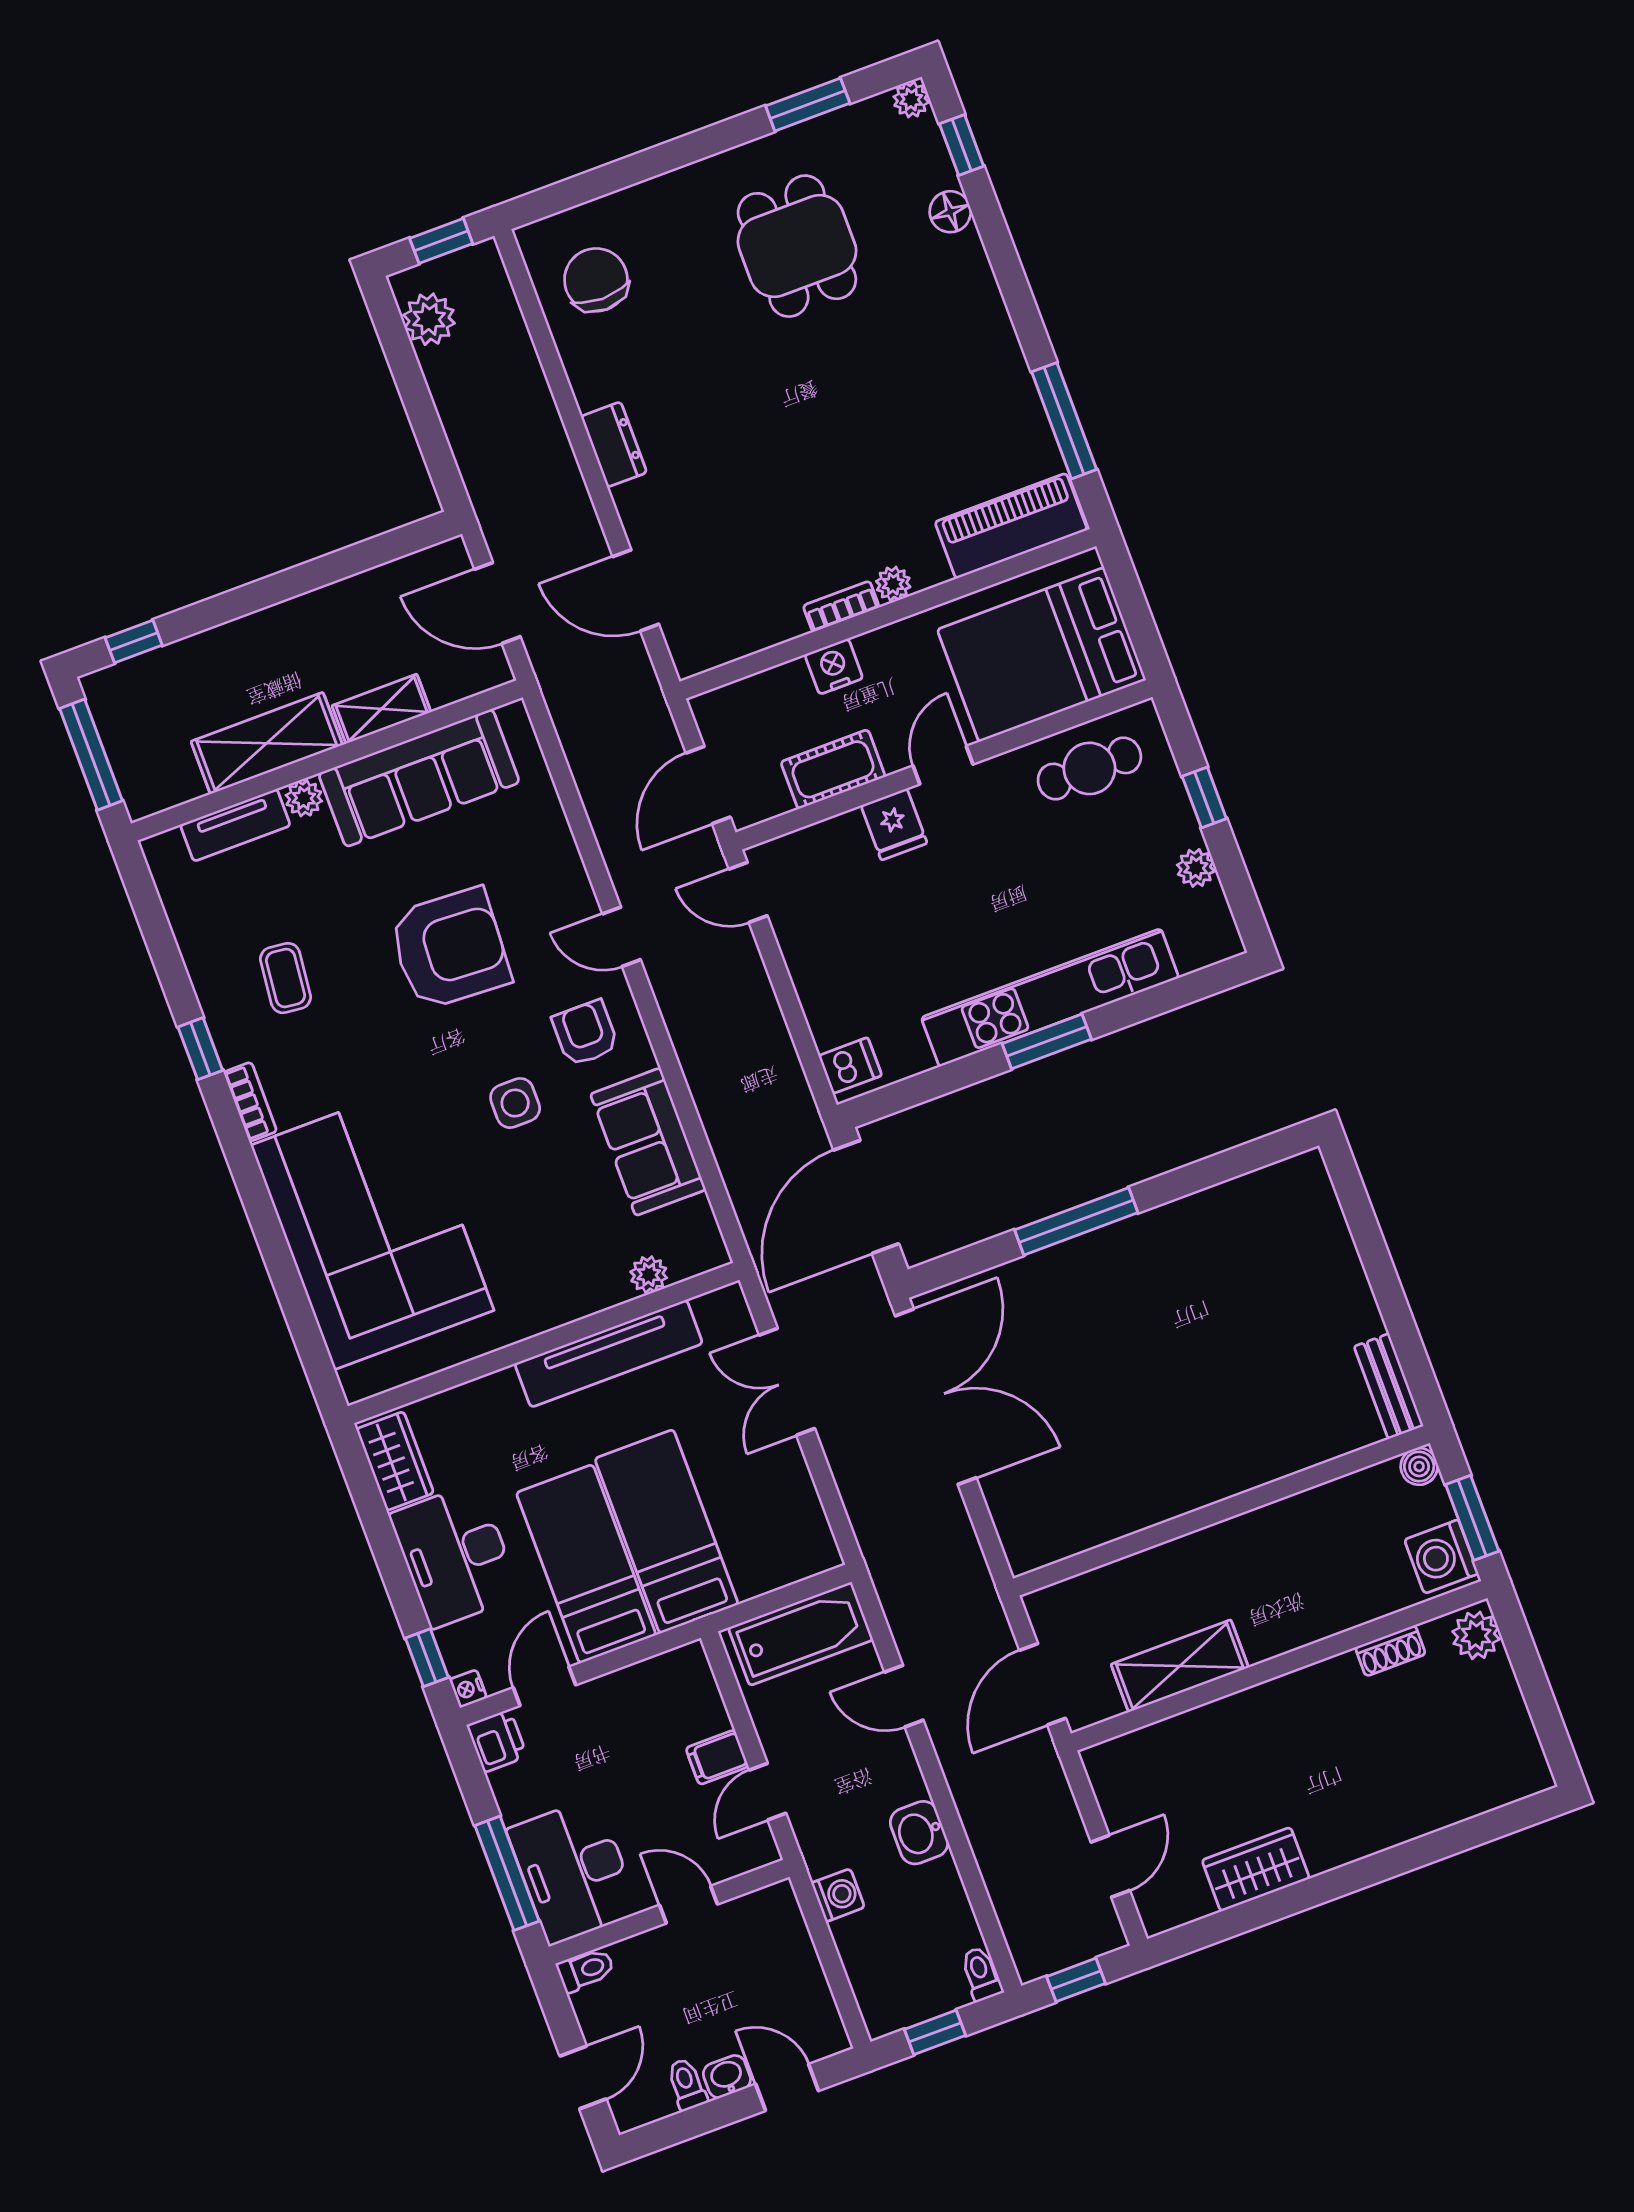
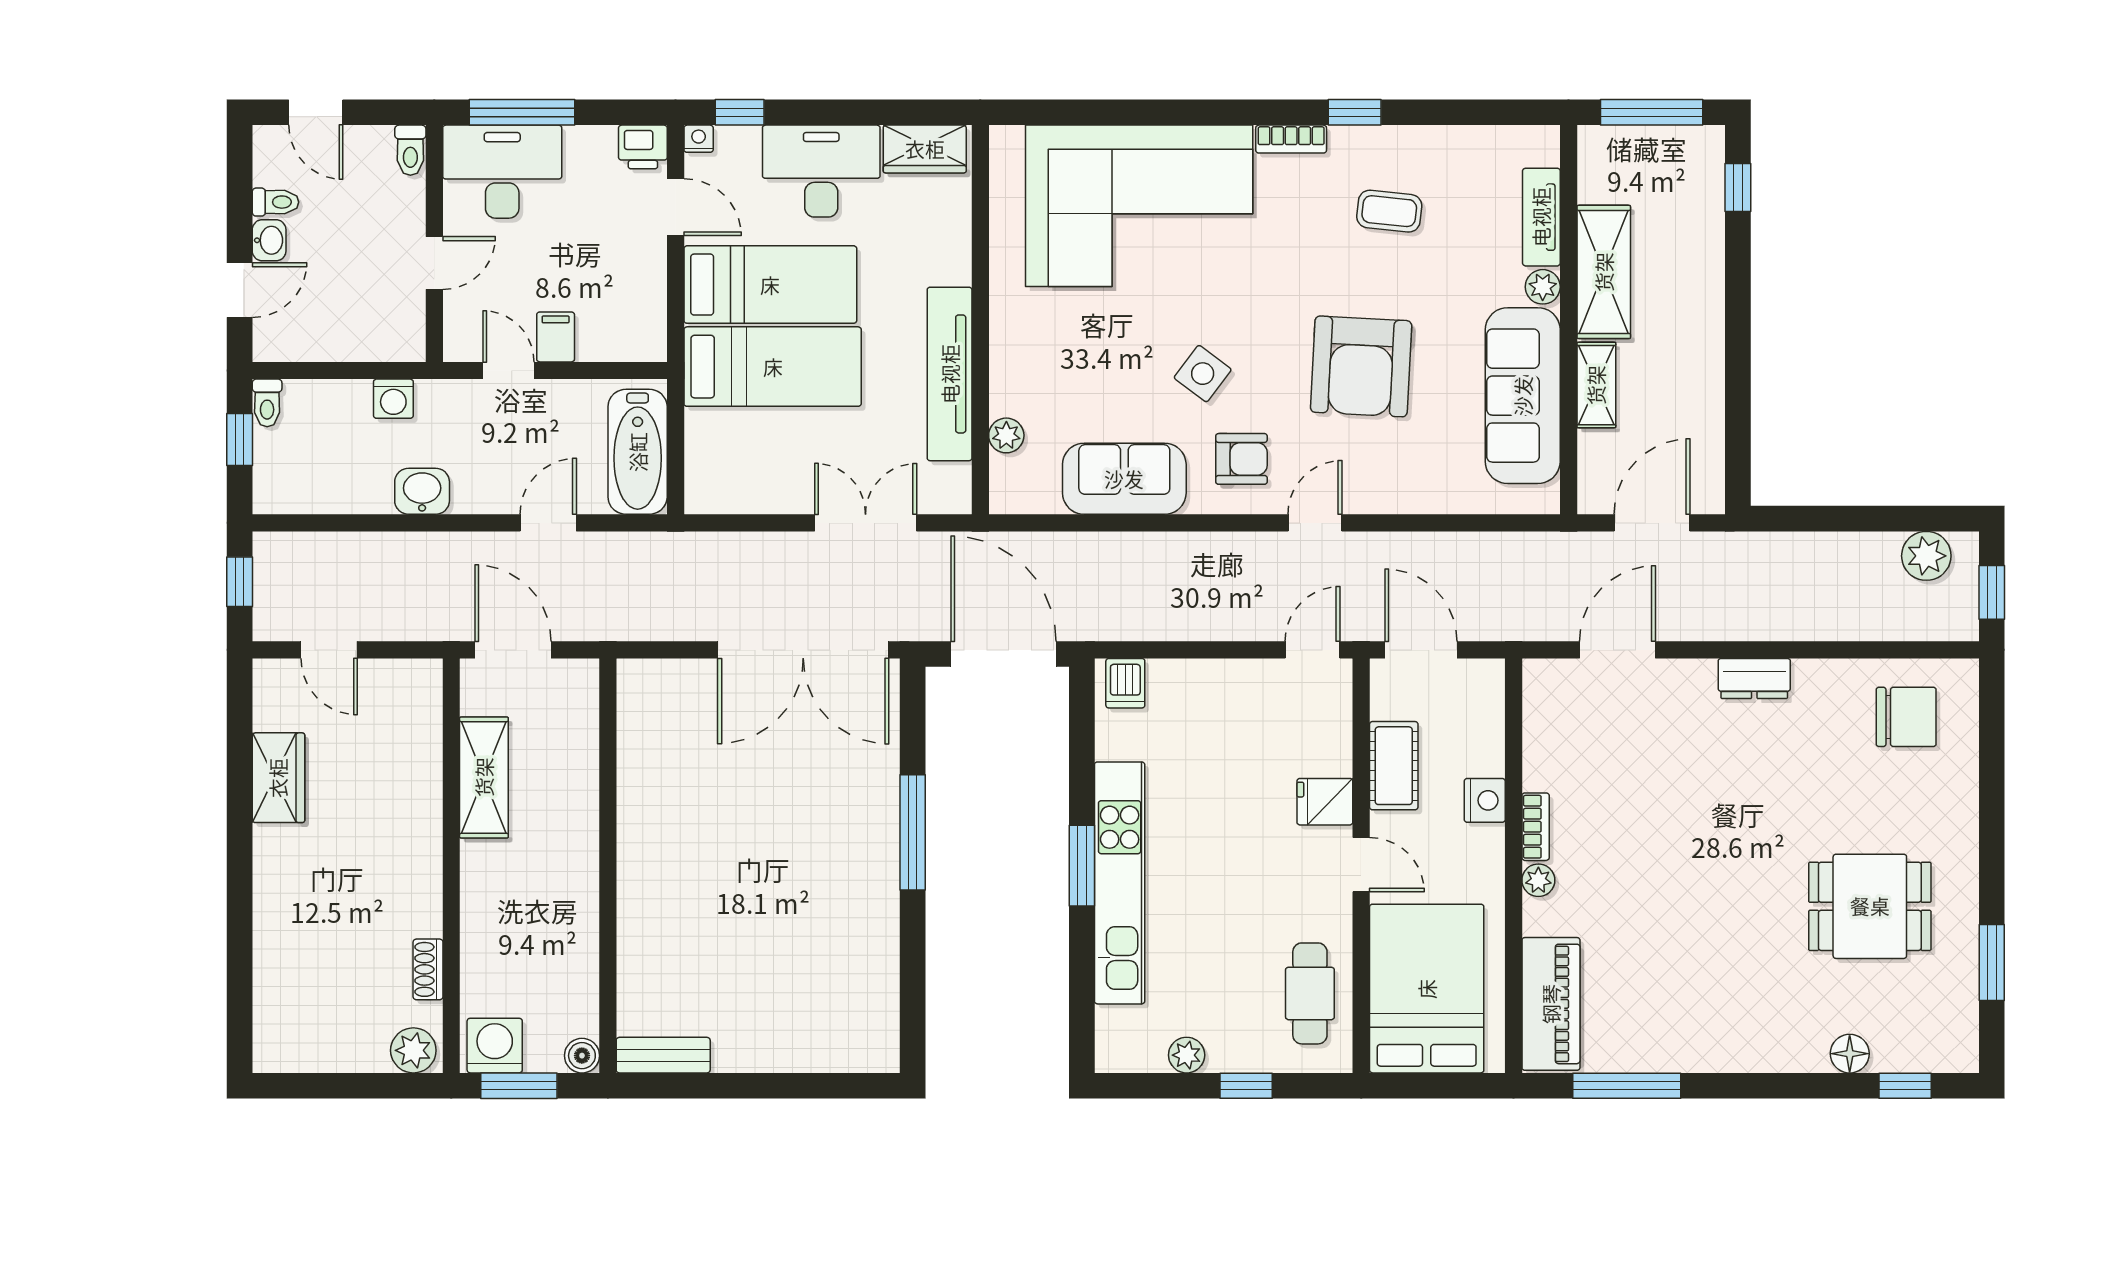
plant: (911, 99) -> (1962, 1056), removed
side table: (515, 1103) -> (1203, 374), turned 37
toilet: (981, 1974) -> (267, 403), moved, turned 90

